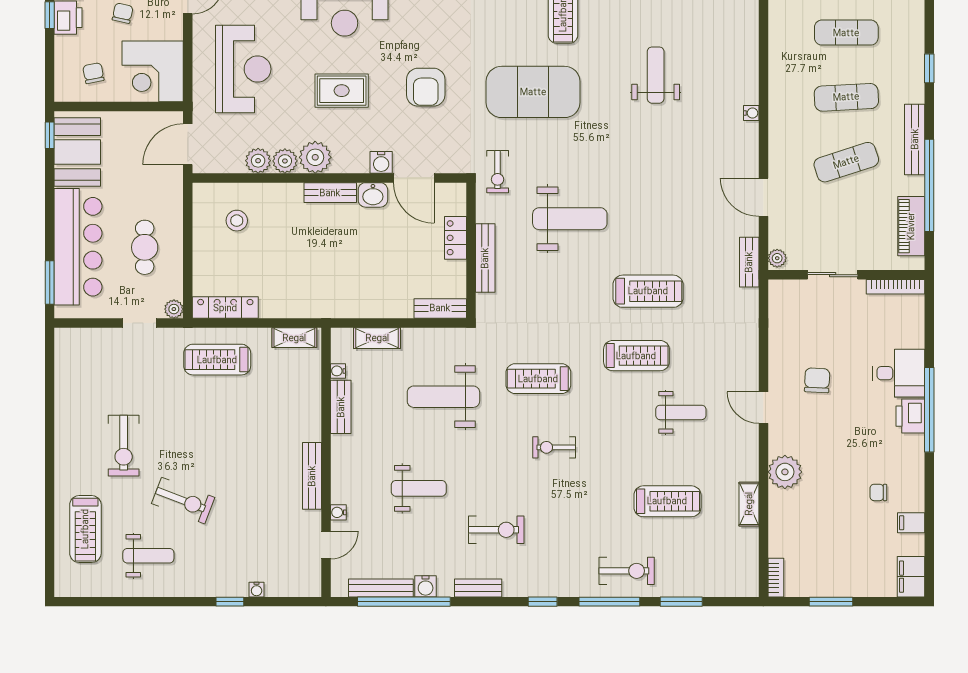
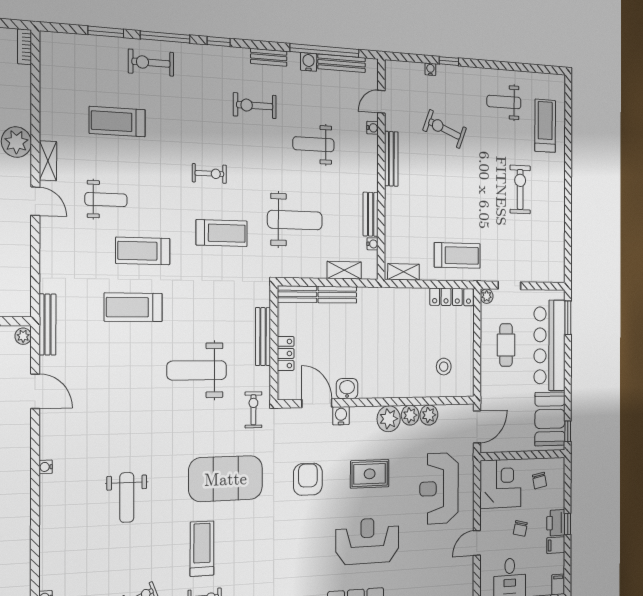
bench: (330, 193) -> (337, 295), moved
bench: (749, 262) -> (48, 325), width x1.36
weight bench: (681, 412) -> (106, 200), turned 180
exercise bike: (183, 501) -> (445, 129), moved
shelving: (749, 504) -> (48, 161), moved

